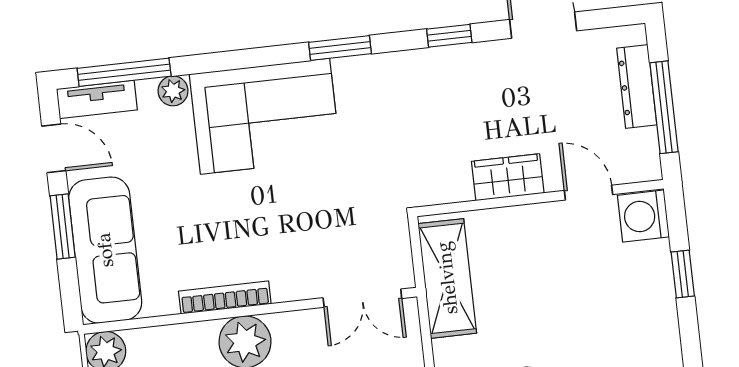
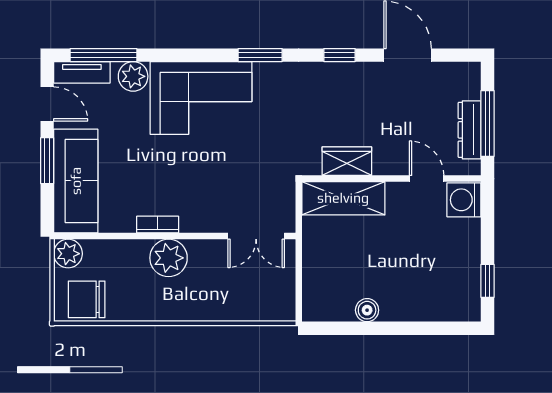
dresser: (637, 87) -> (470, 130), moved
plant: (173, 91) -> (133, 76), width x1.38, depth x1.38
wardrobe: (508, 177) -> (347, 161), moved
window: (683, 274) -> (488, 281), moved
shelving: (447, 278) -> (343, 198), moved, turned 90
bookcase: (225, 298) -> (158, 225), width x0.64

